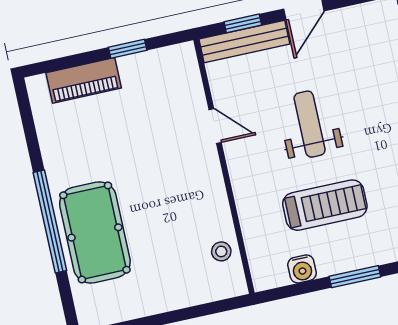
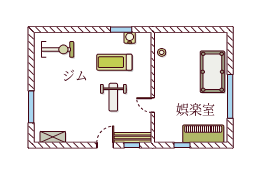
piano: (84, 80) -> (203, 134), width x1.37, depth x1.33
window: (50, 222) -> (230, 96), moved
window: (355, 277) -> (121, 30), moved

